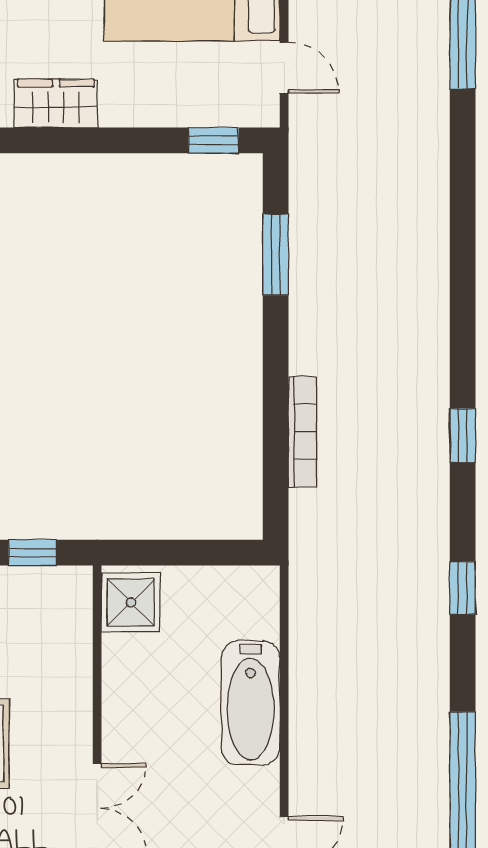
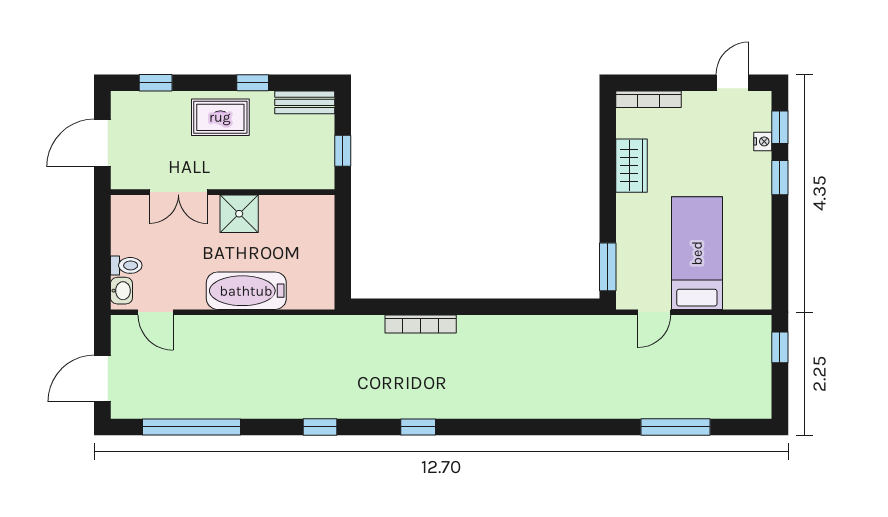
window: (213, 140) -> (608, 267), width x1.50
window: (276, 255) -> (534, 307), removed
shower: (131, 602) -> (239, 214), moved

